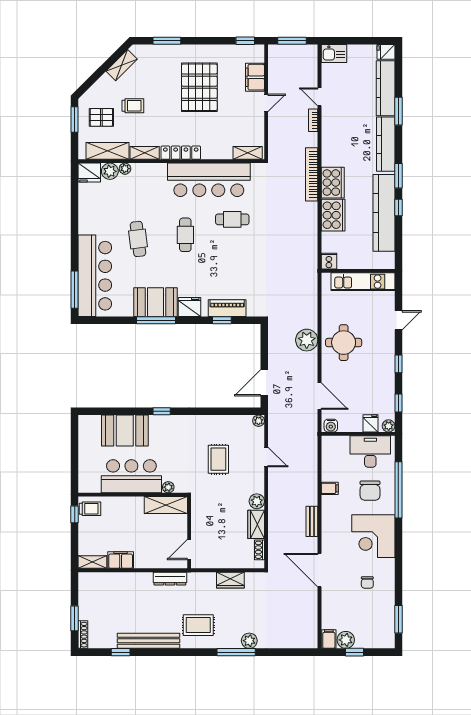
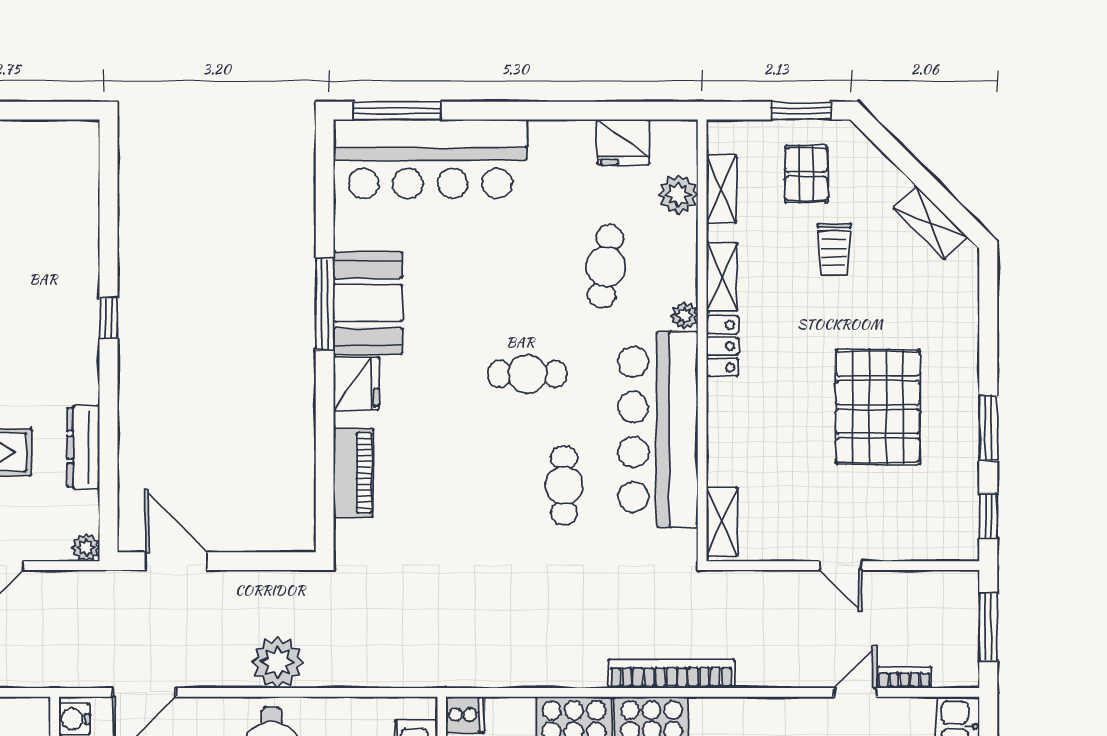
window: (167, 41) -> (988, 428), moved
filing cabinet: (255, 77) -> (902, 539), removed
pallet: (199, 87) -> (878, 407), turned 90
bookcase: (313, 120) -> (904, 677), moved
shelving: (108, 151) -> (722, 189), width x0.67, depth x0.75
locker: (181, 153) -> (722, 346), width x0.66
plant: (125, 169) -> (685, 315), moved
fridge: (89, 173) -> (623, 142), moved, turned -90
cafe table: (138, 239) -> (606, 266), moved, turned -75
window: (222, 320) -> (325, 461), removed
dresser: (216, 422) -> (83, 447), added
booth: (125, 431) -> (63, 230), removed

